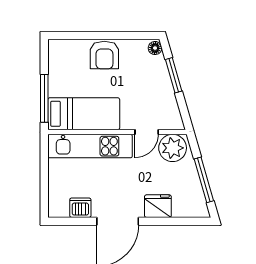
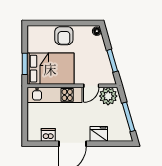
window: (174, 75) -> (112, 61), moved
window: (44, 98) -> (25, 64), width x0.69
bed: (84, 114) -> (50, 69), width x1.50

